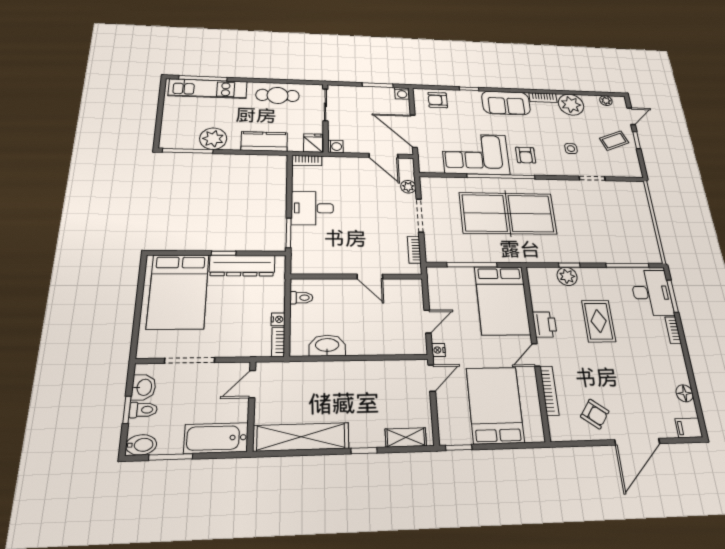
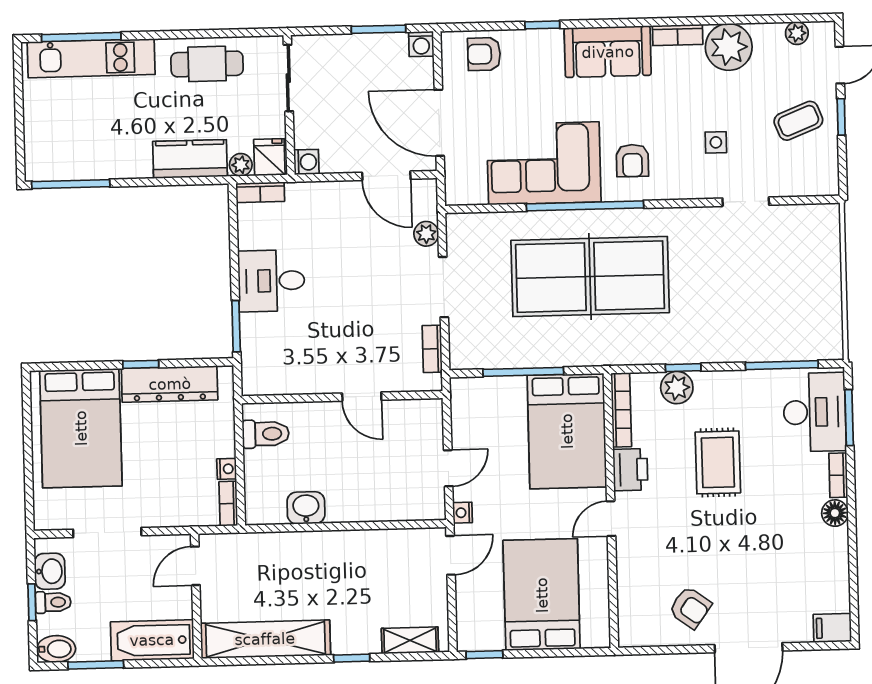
plant: (213, 139) -> (241, 165), moved, width x0.53, depth x0.53
toilet: (301, 298) -> (266, 434), width x1.37, depth x1.39
washbasin: (327, 346) -> (306, 508), width x0.72
bookcase: (549, 391) -> (621, 410), moved
floor lamp: (685, 393) -> (835, 513), moved

